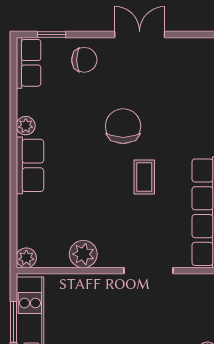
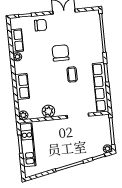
row of seats: (28, 63) -> (17, 40), moved
row of seats: (30, 165) -> (22, 87), moved

